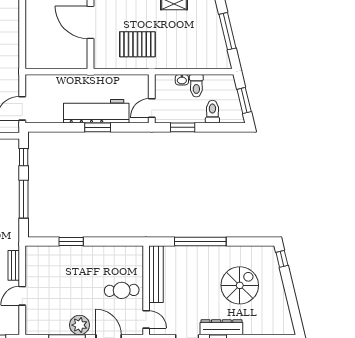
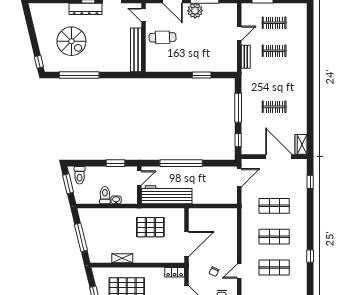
door: (91, 22) -> (187, 244), hinge flipped
workbench: (96, 111) -> (167, 195), moved, turned 180
toilet: (212, 112) -> (80, 175), moved
window: (98, 127) -> (181, 163), width x2.11
window: (200, 242) -> (79, 75), moved
spiral stairs: (240, 285) -> (71, 41), turned -90

